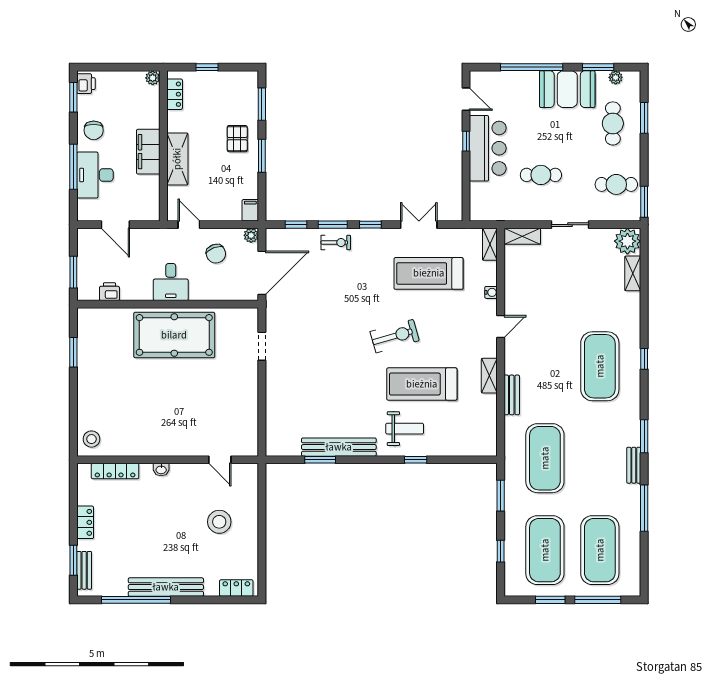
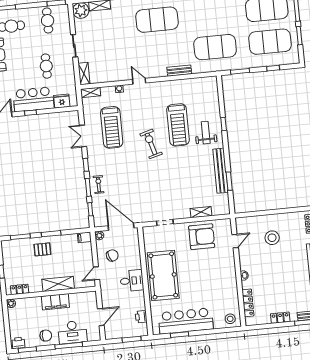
fridge: (480, 195) -> (62, 101), added
bar counter: (95, 365) -> (186, 321), added
shelving: (489, 376) -> (201, 212), moved
armchair: (232, 405) -> (202, 237), added

